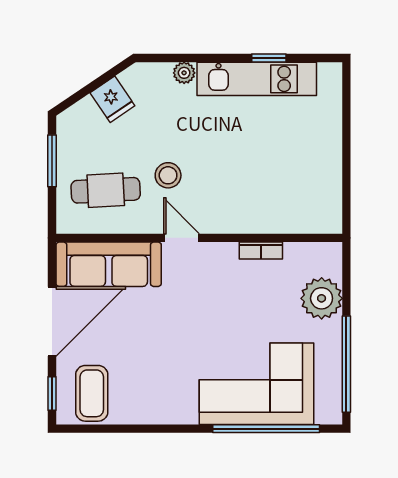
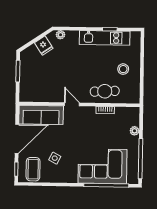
plant: (184, 73) -> (61, 35), moved
stool: (168, 175) -> (123, 69), moved
cafe table: (106, 190) -> (105, 91), moved
plant: (322, 298) -> (135, 131), width x0.53, depth x0.53
side table: (143, 366) -> (55, 158), added

